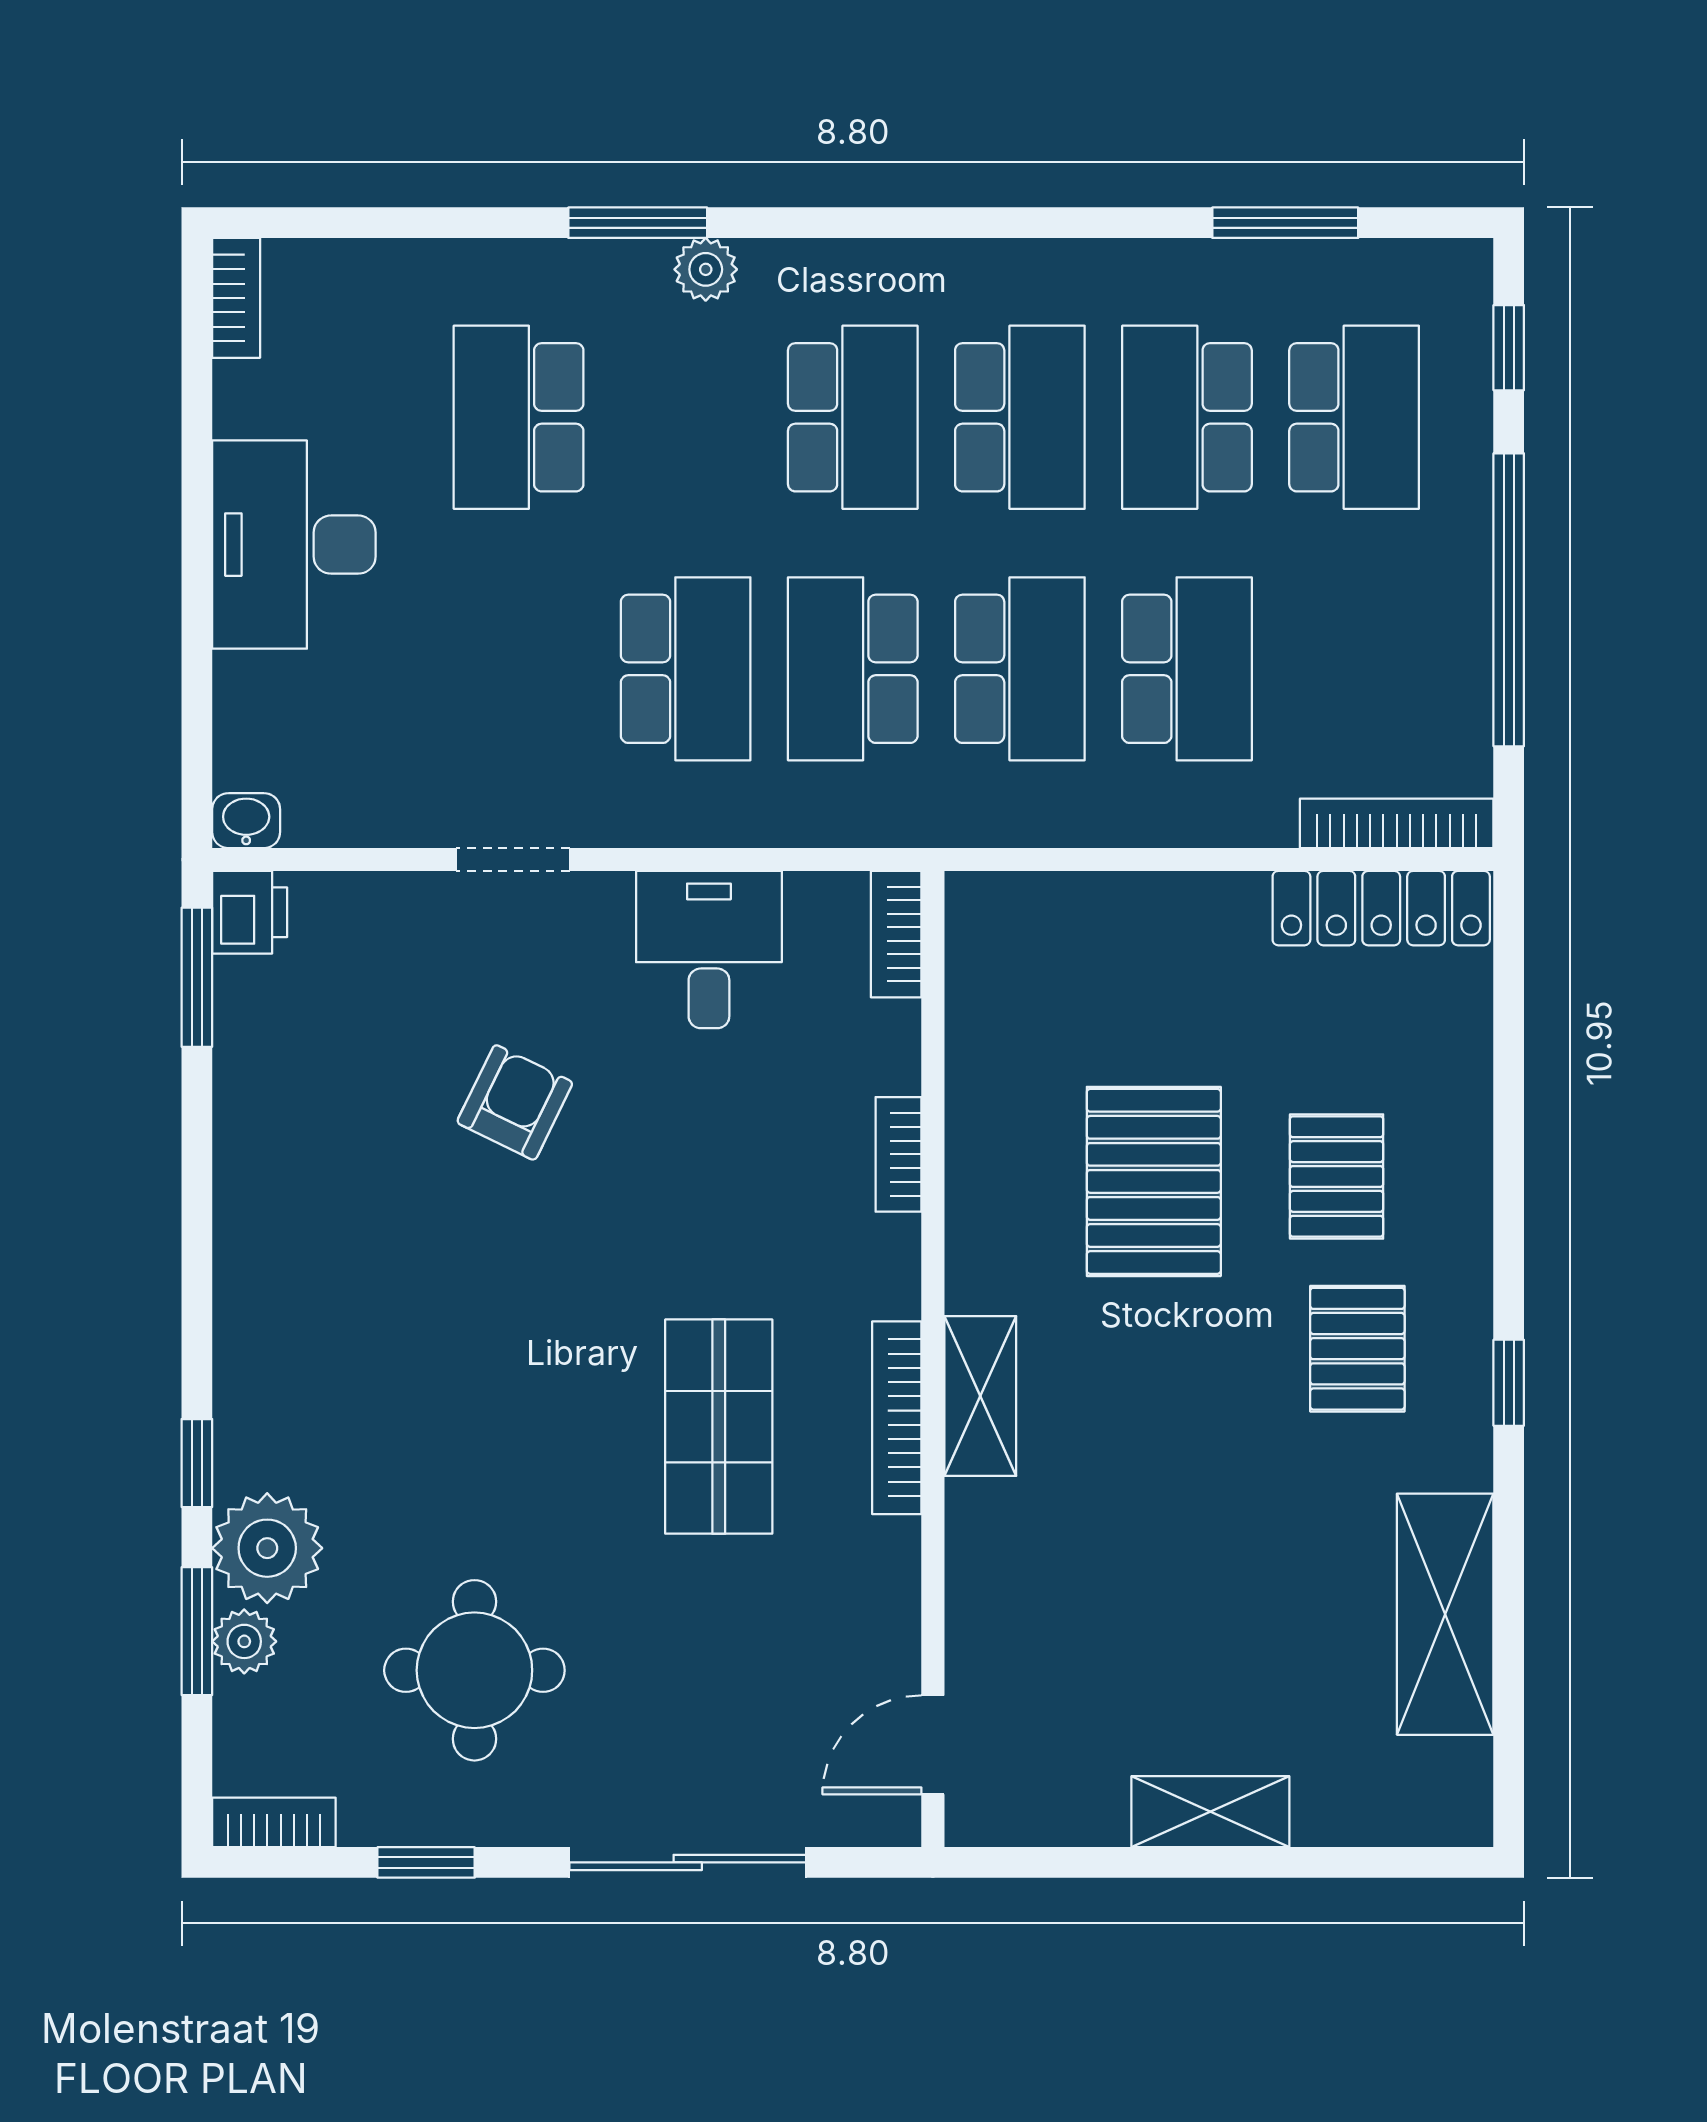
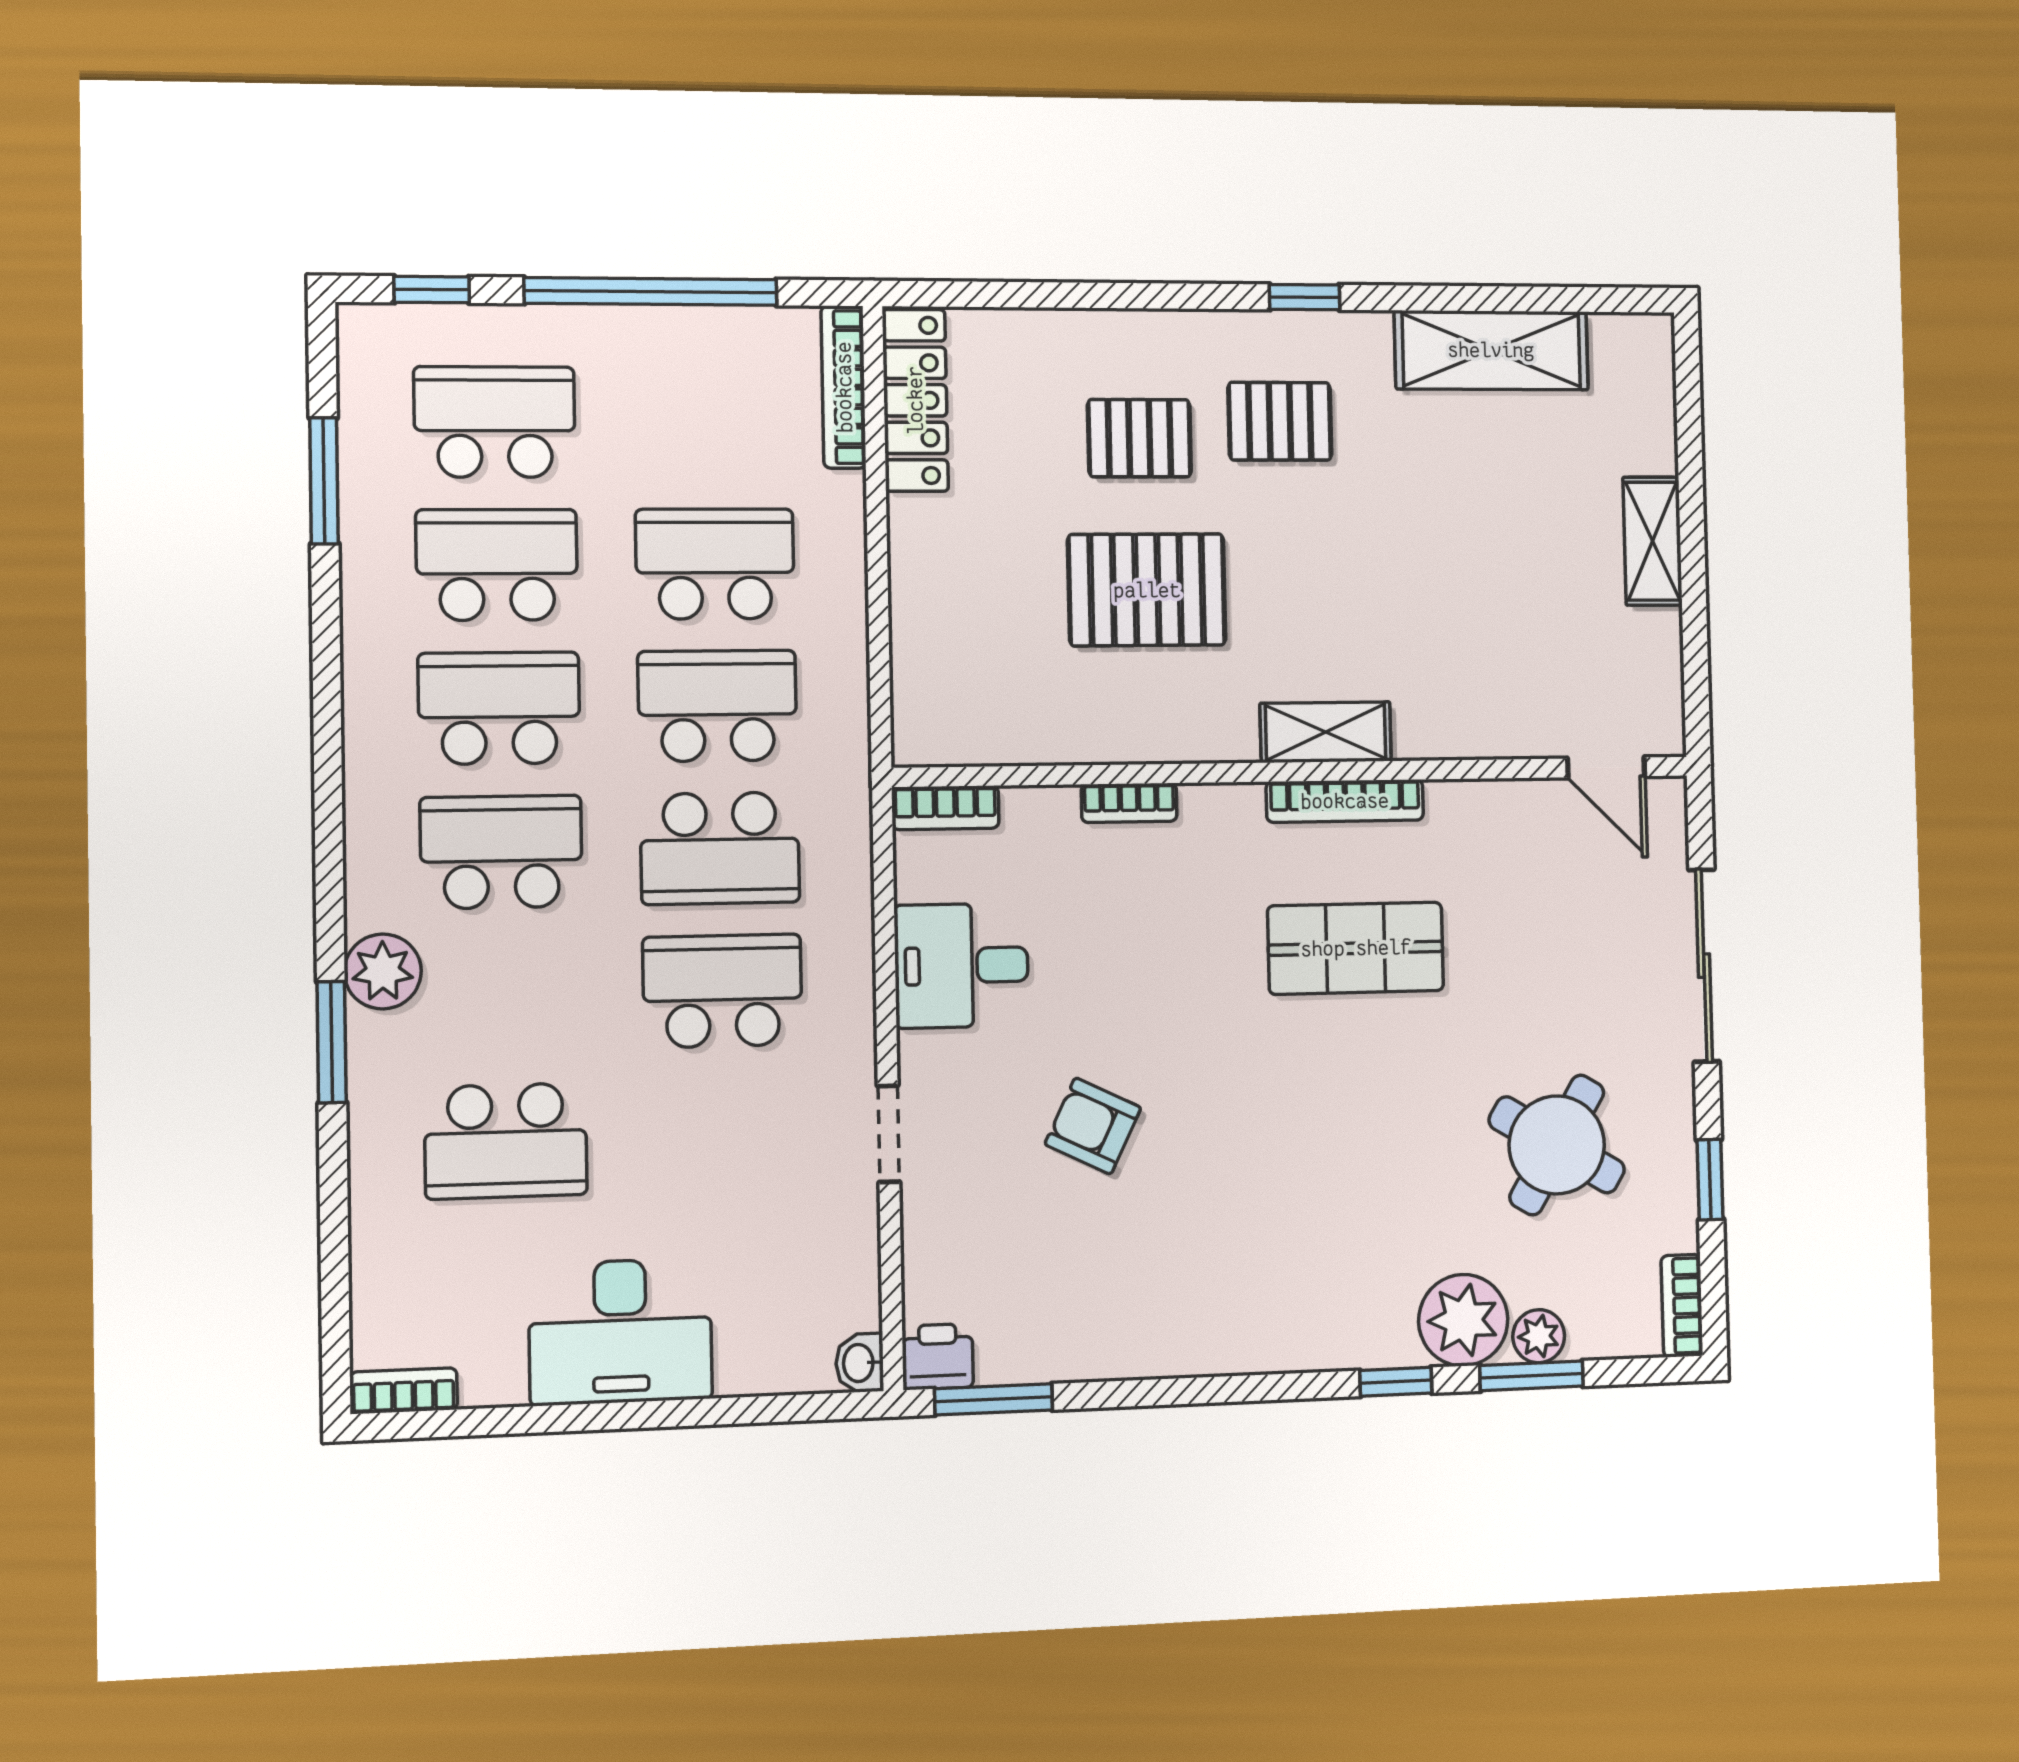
plant: (706, 269) -> (383, 971), width x1.38, depth x1.38
school desk: (1187, 417) -> (497, 565), turned 180
round table: (474, 1670) -> (1557, 1145), turned 31

